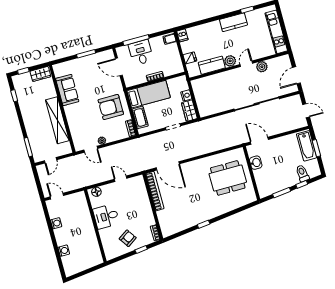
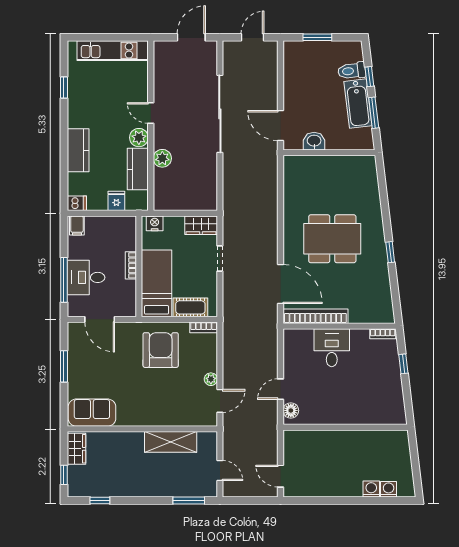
kitchen counter: (233, 22) -> (78, 150), moved
door: (119, 67) -> (100, 319), hinge flipped
plant: (262, 67) -> (162, 158), moved
door: (296, 75) -> (191, 37), swing flipped
sofa: (67, 90) -> (92, 413), moved
nightstand: (186, 95) -> (155, 223), moved
armchair: (111, 107) -> (161, 350), turned 180
shelving: (57, 120) -> (171, 442), width x0.68
door: (259, 141) -> (280, 126), hinge flipped
bathtub: (307, 146) -> (358, 104), moved, turned 83
door: (168, 166) -> (280, 284), hinge flipped
dining table: (228, 178) -> (332, 239), moved, turned 90
door: (121, 179) -> (280, 389), moved
door: (57, 196) -> (280, 476), hinge flipped
desk: (106, 216) -> (332, 348), moved, turned 180
washing machine: (56, 223) -> (389, 489), moved
armchair: (128, 238) -> (379, 381), removed

